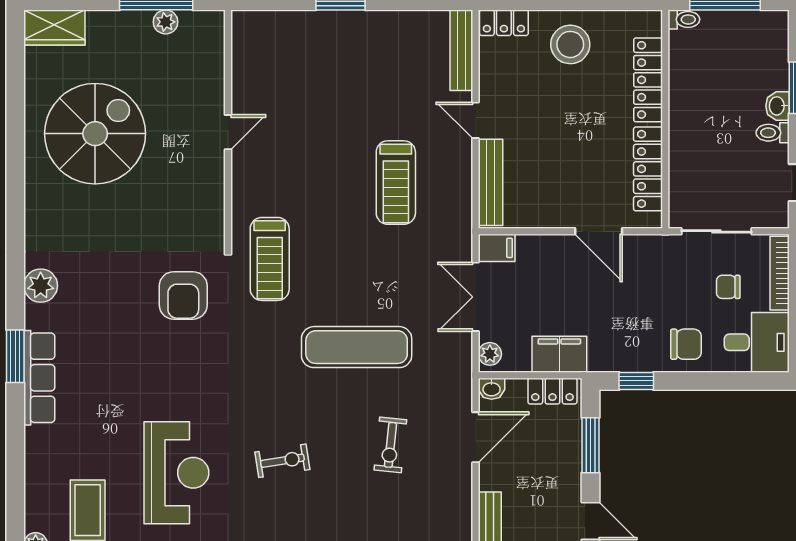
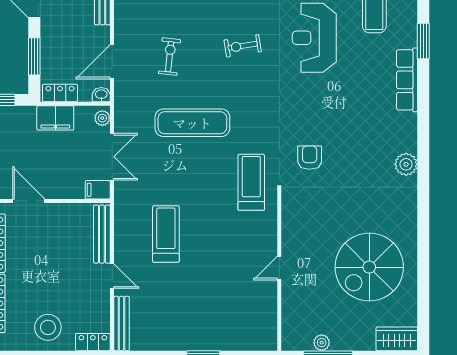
armchair: (183, 295) -> (310, 158), width x0.72, depth x0.72
window: (15, 356) -> (423, 41), moved
row of seats: (39, 378) -> (407, 80), moved

